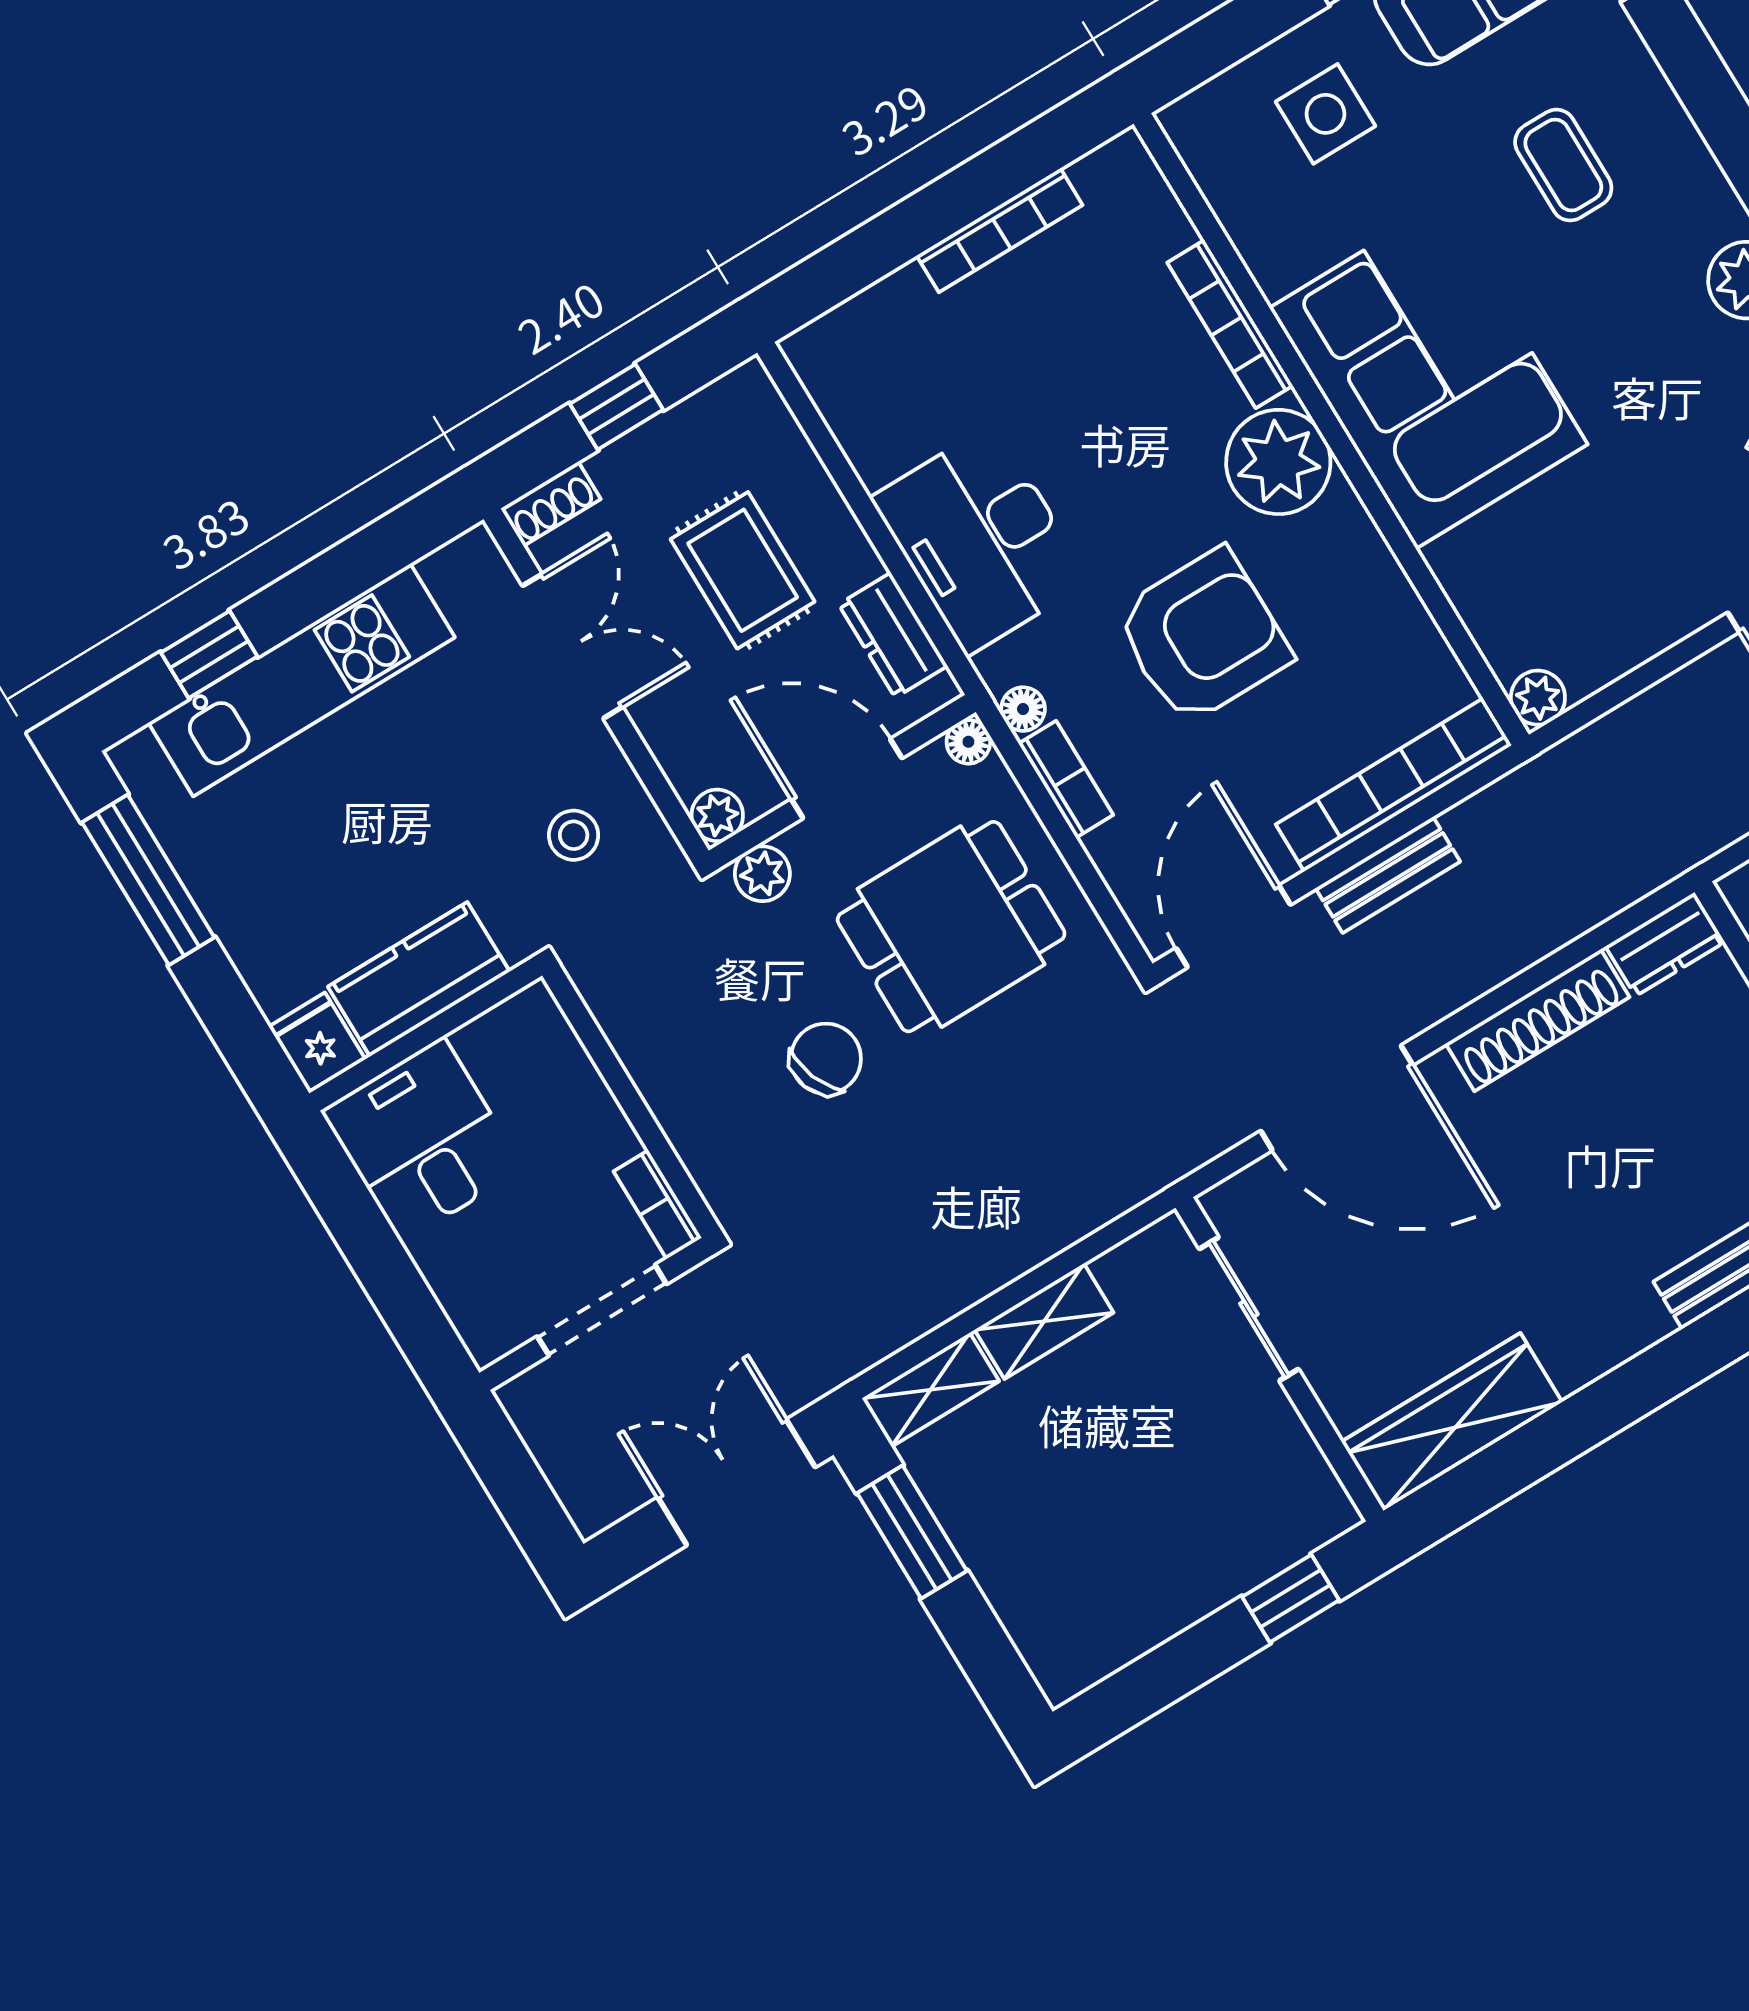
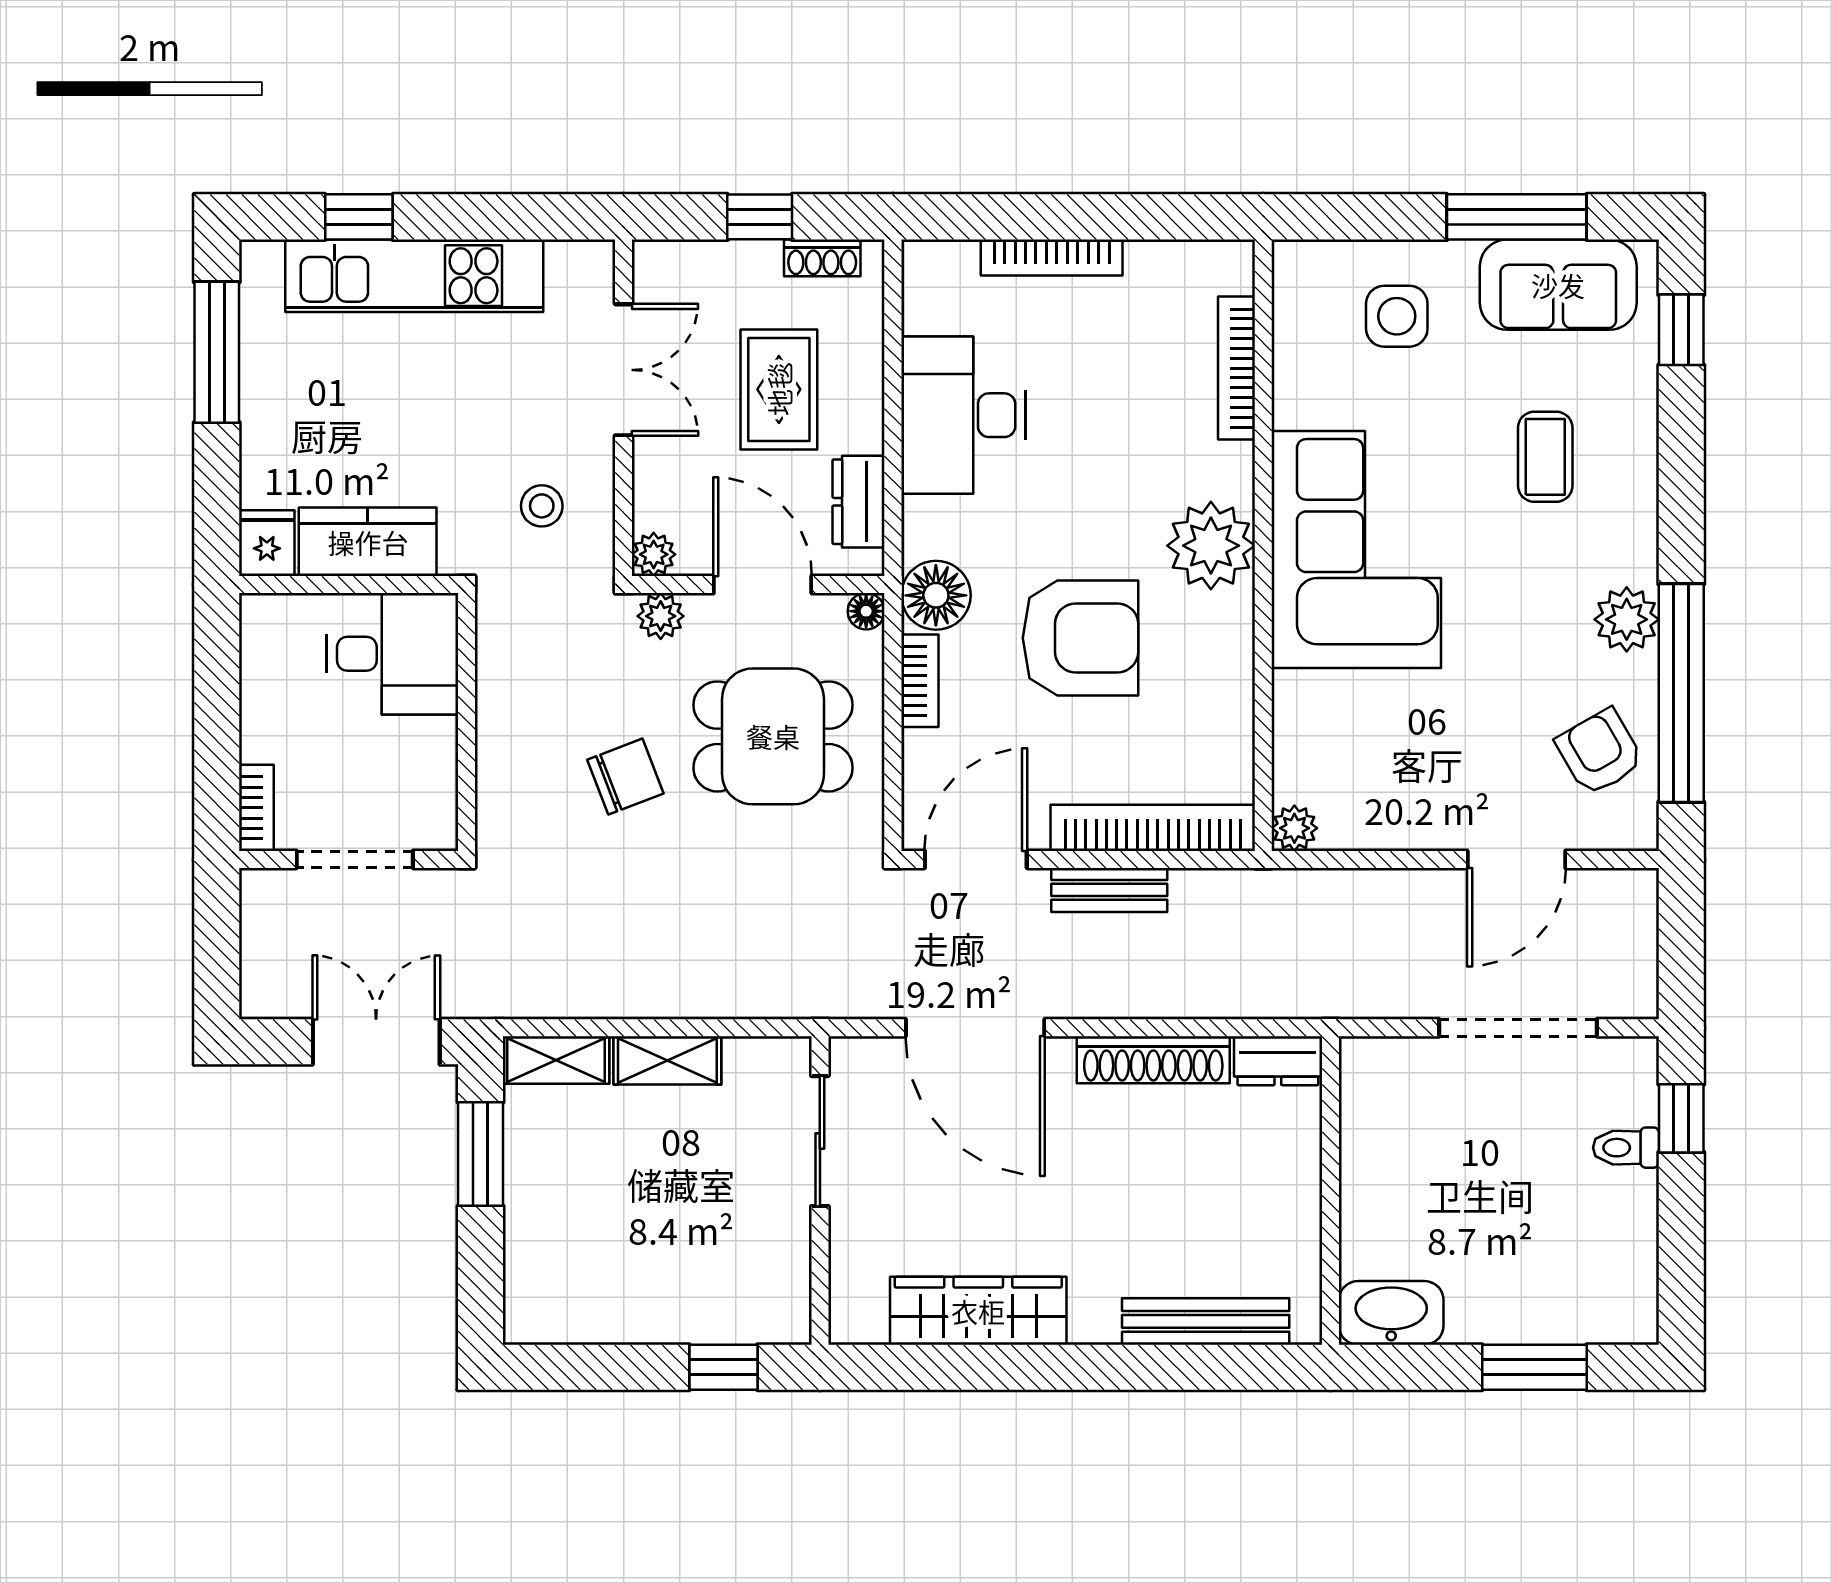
bookcase: (1000, 230) -> (1052, 257), moved
bookcase: (1230, 324) -> (1236, 368), moved
shoe rack: (551, 504) -> (822, 258), moved
desk: (981, 539) -> (963, 415), moved
floor lamp: (1023, 709) -> (936, 595), width x1.89, depth x1.89
desk: (422, 1140) -> (392, 654), moved, turned 90
bookcase: (658, 1205) -> (256, 808), moved, turned 180
wardrobe: (1452, 1422) -> (978, 1311), moved

